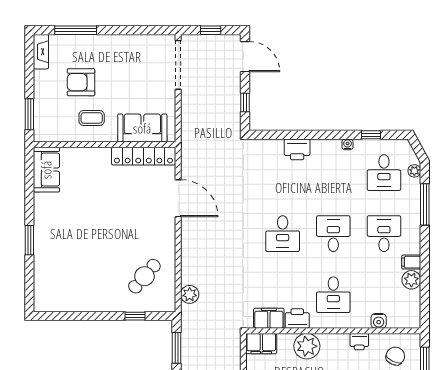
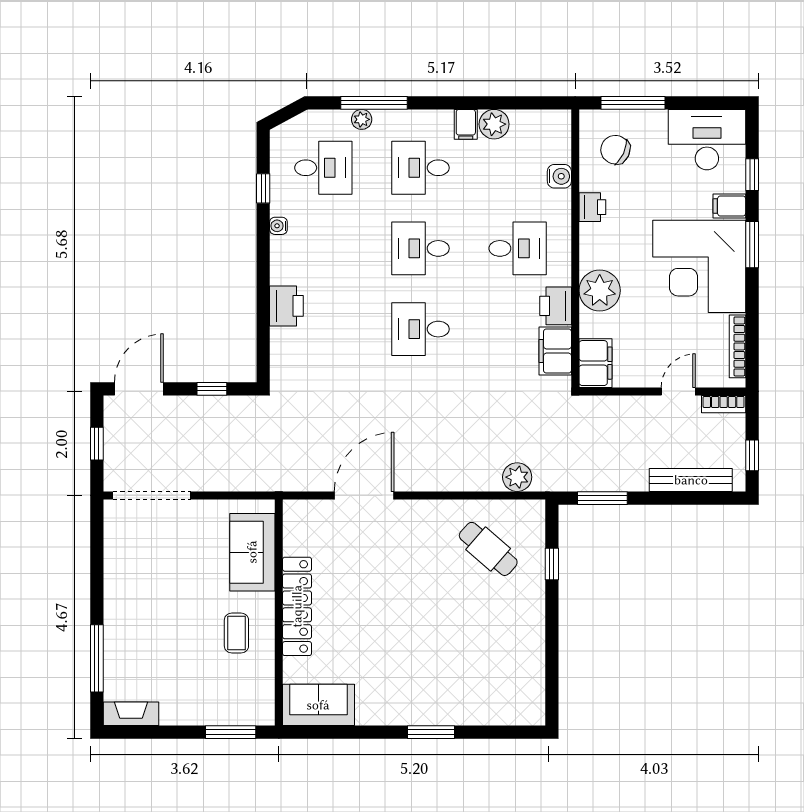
armchair: (81, 82) -> (179, 650), removed
locker: (143, 156) -> (297, 606), moved
plant: (414, 171) -> (362, 119), moved
desk: (283, 234) -> (420, 329), turned 180

